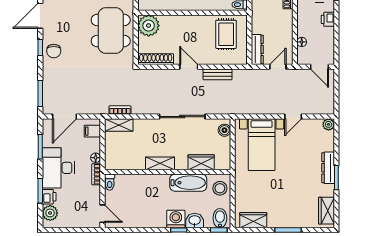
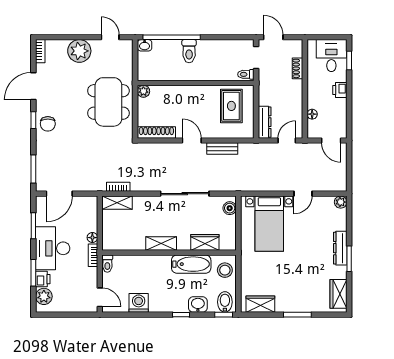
plant: (149, 26) -> (143, 91), width x0.53, depth x0.53
filing cabinet: (92, 131) -> (89, 209), removed
washing machine: (176, 219) -> (139, 303), moved

